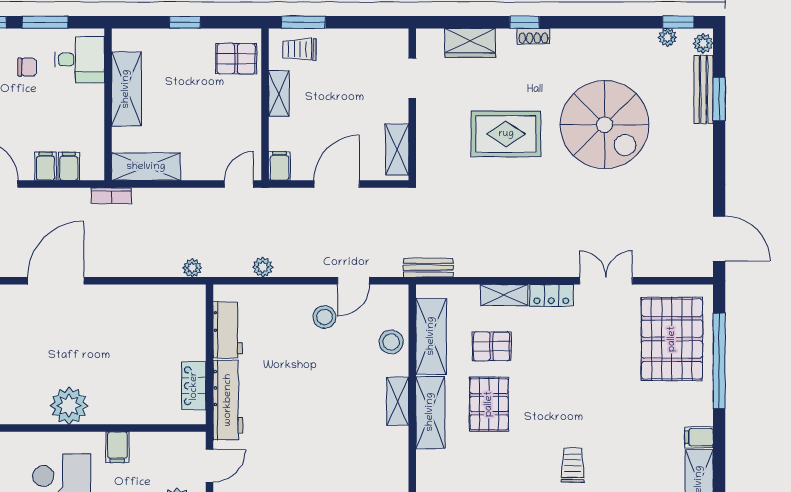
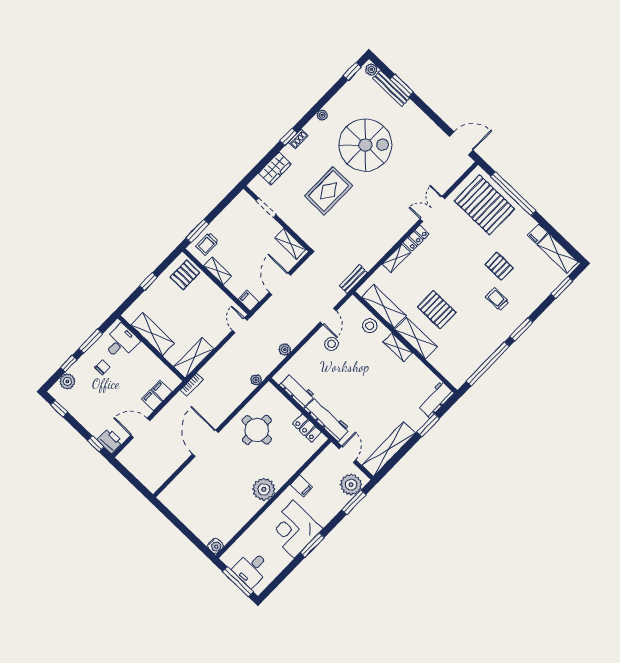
plant: (667, 37) -> (322, 115), moved
round table: (133, 327) -> (257, 430), added
pallet: (492, 346) -> (499, 266), moved, turned 90

